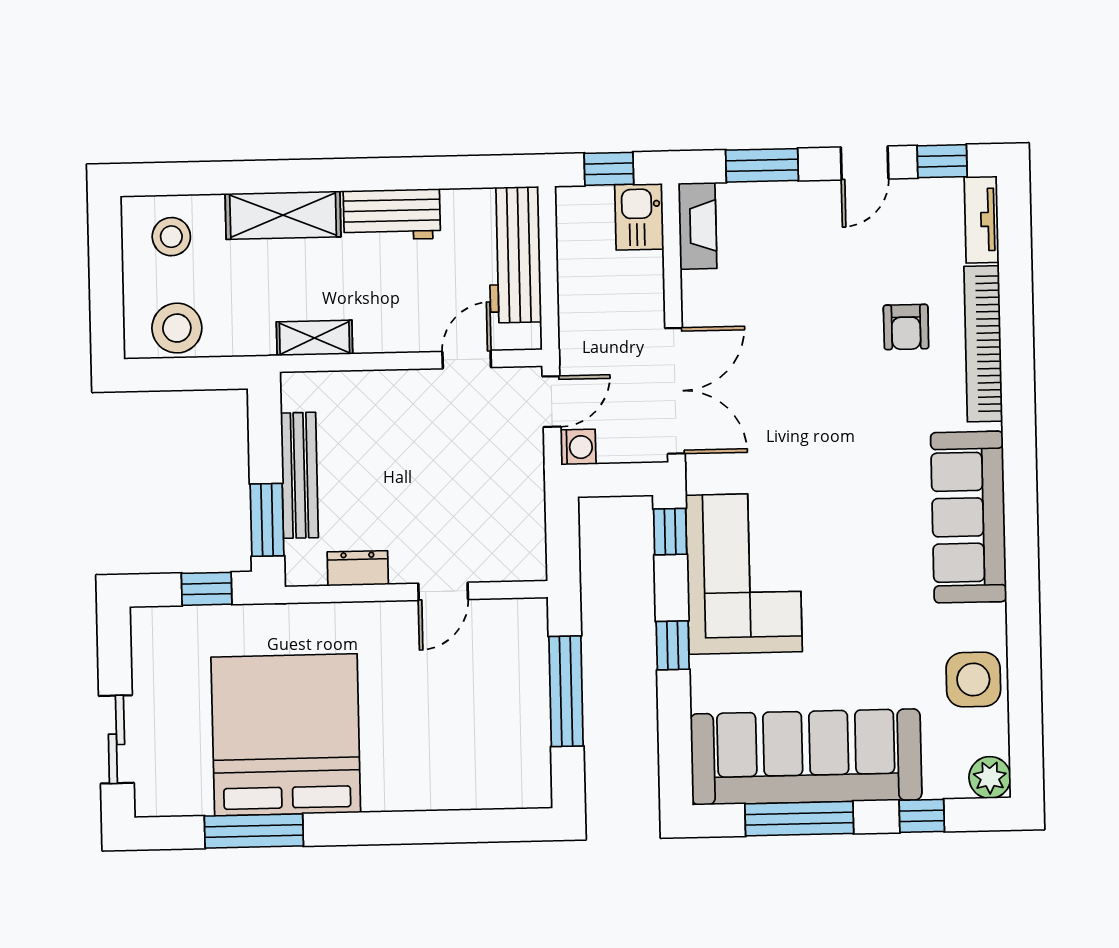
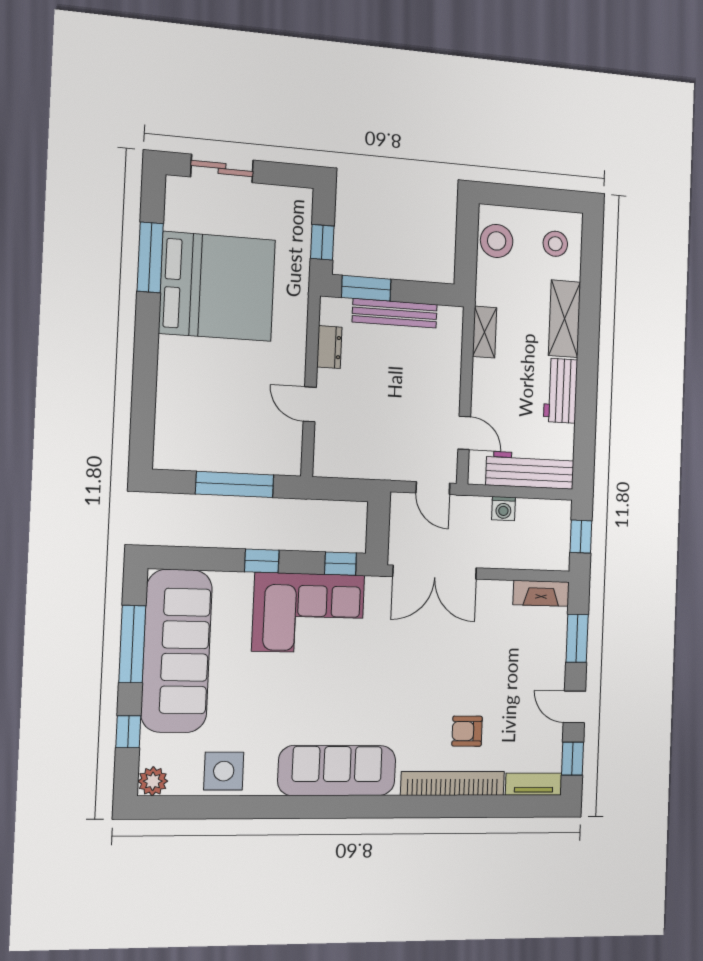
kitchen sink: (639, 217) -> (549, 555), removed
washing machine: (578, 447) -> (503, 509), moved

